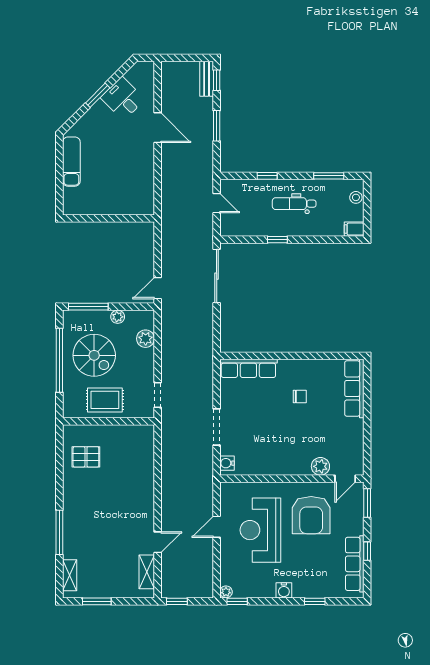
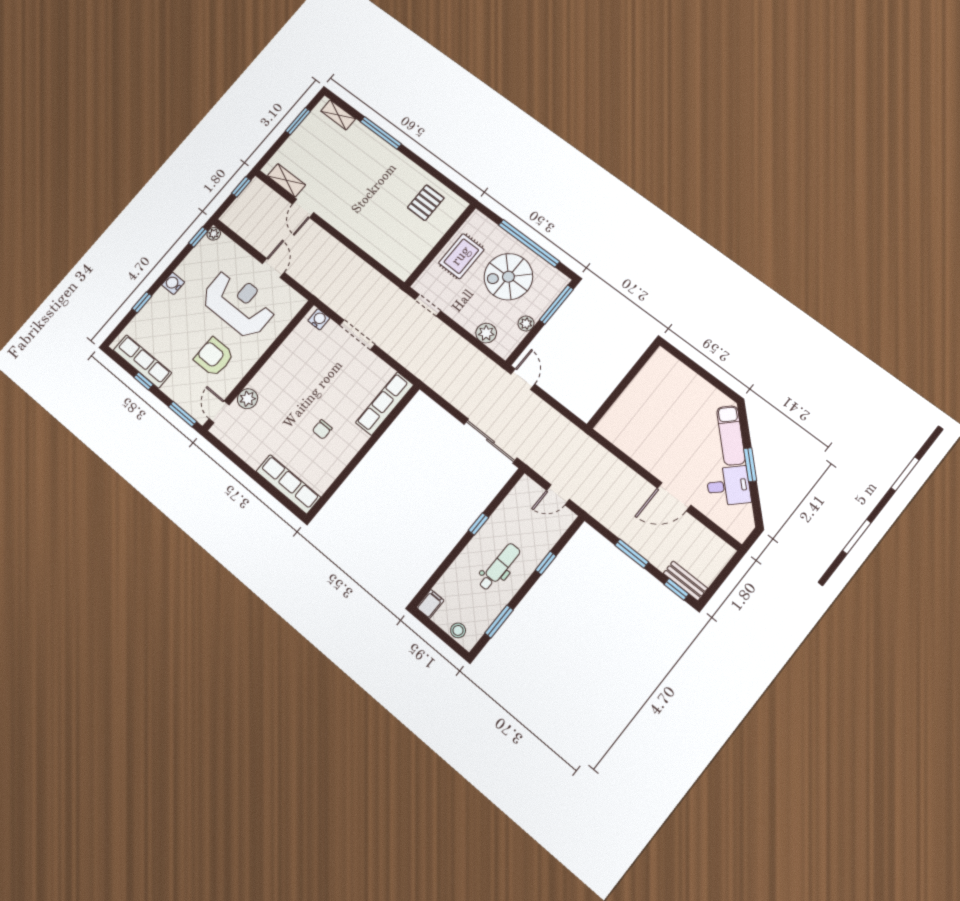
exam couch: (71, 162) -> (731, 435), moved, turned 45
armchair: (311, 515) -> (214, 357), width x0.73, depth x0.73

